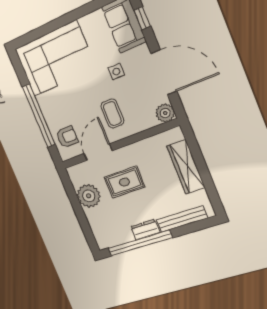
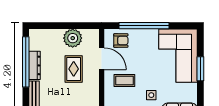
window: (59, 23) -> (200, 69), added
armchair: (67, 137) -> (121, 41), turned -90
dresser: (145, 230) -> (35, 65), width x1.44

